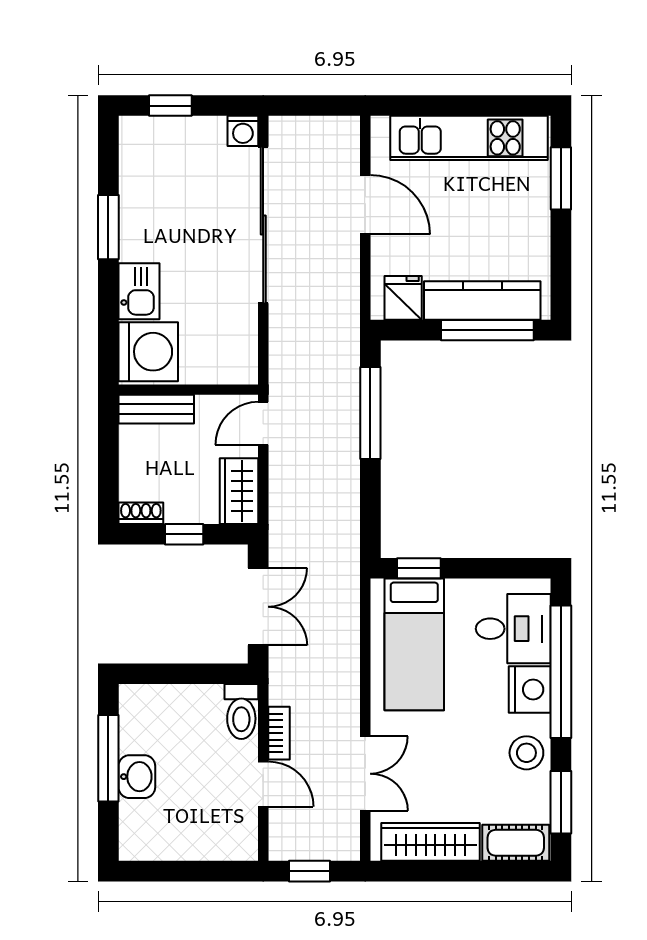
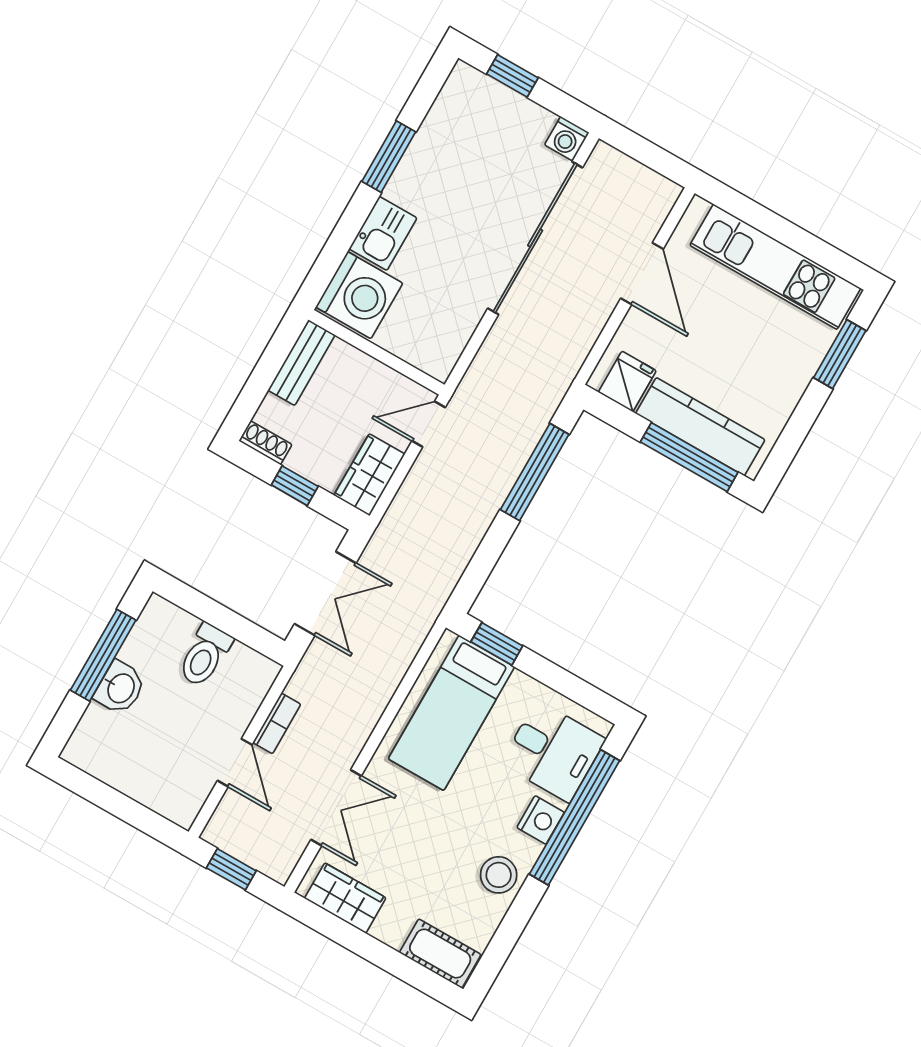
bench: (156, 409) -> (301, 363), moved, turned 90
nightstand: (530, 689) -> (541, 820), width x0.74, depth x0.75
toilet: (241, 712) -> (205, 655), moved
window: (561, 802) -> (504, 940), removed
wardrobe: (430, 842) -> (345, 898), width x0.67

